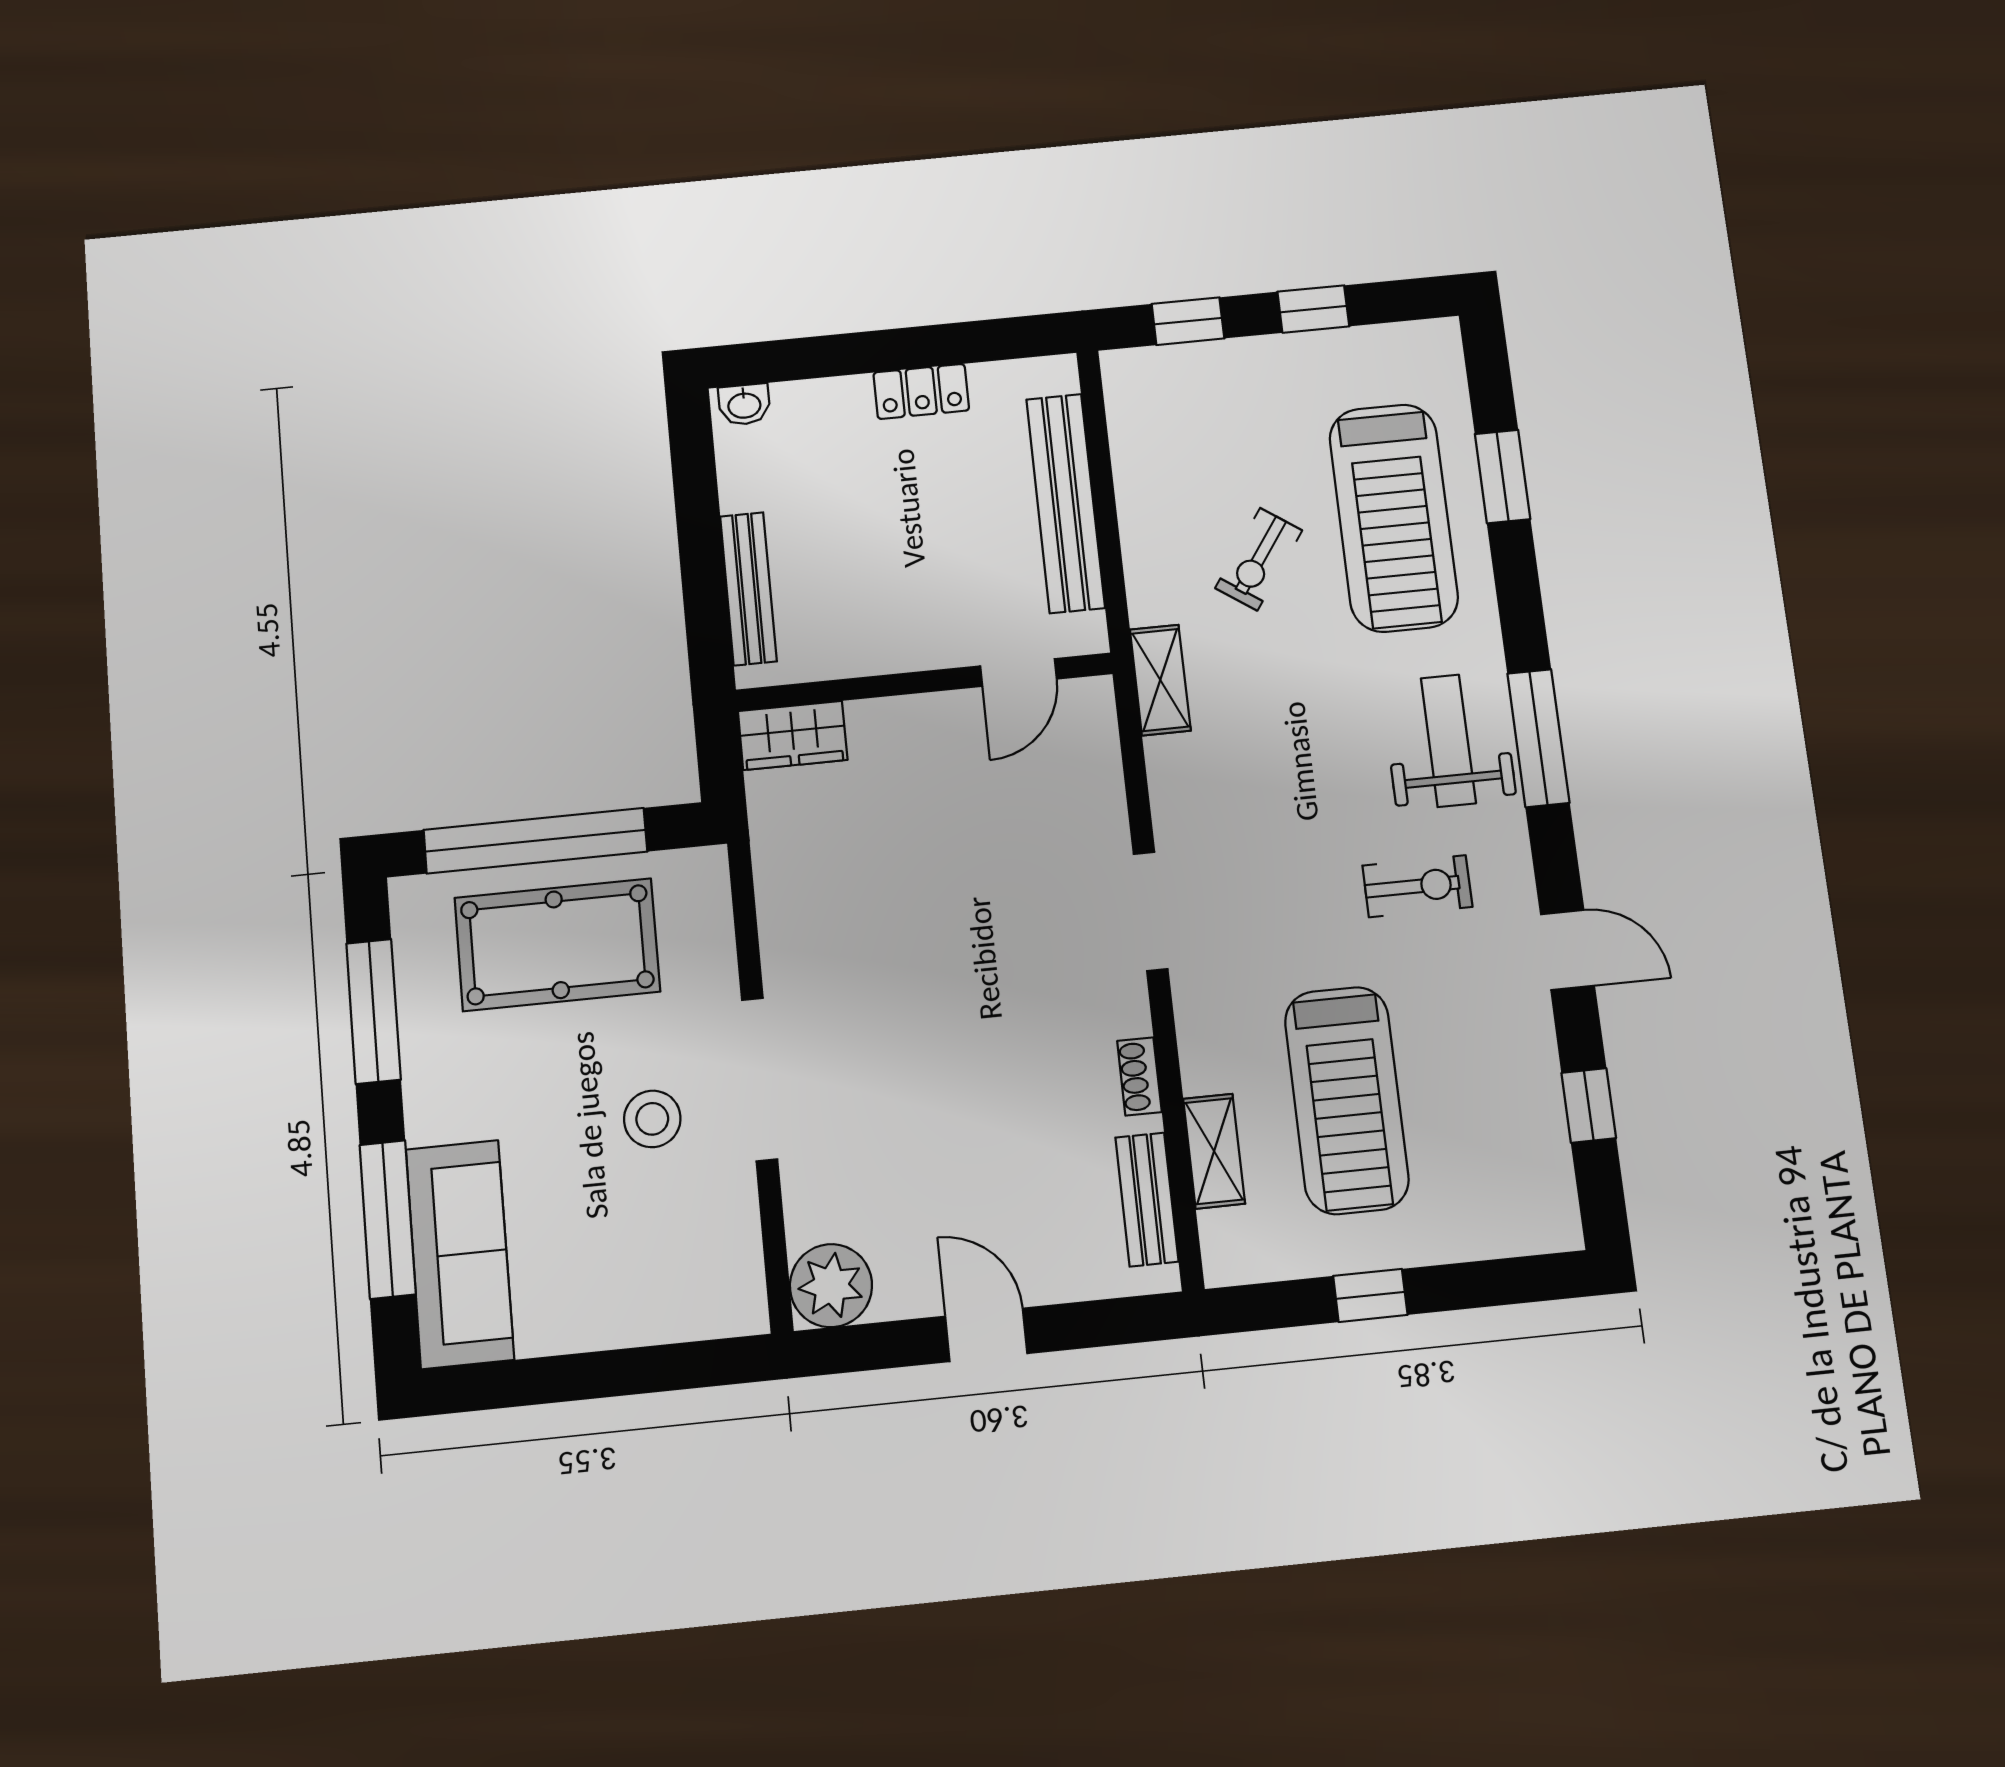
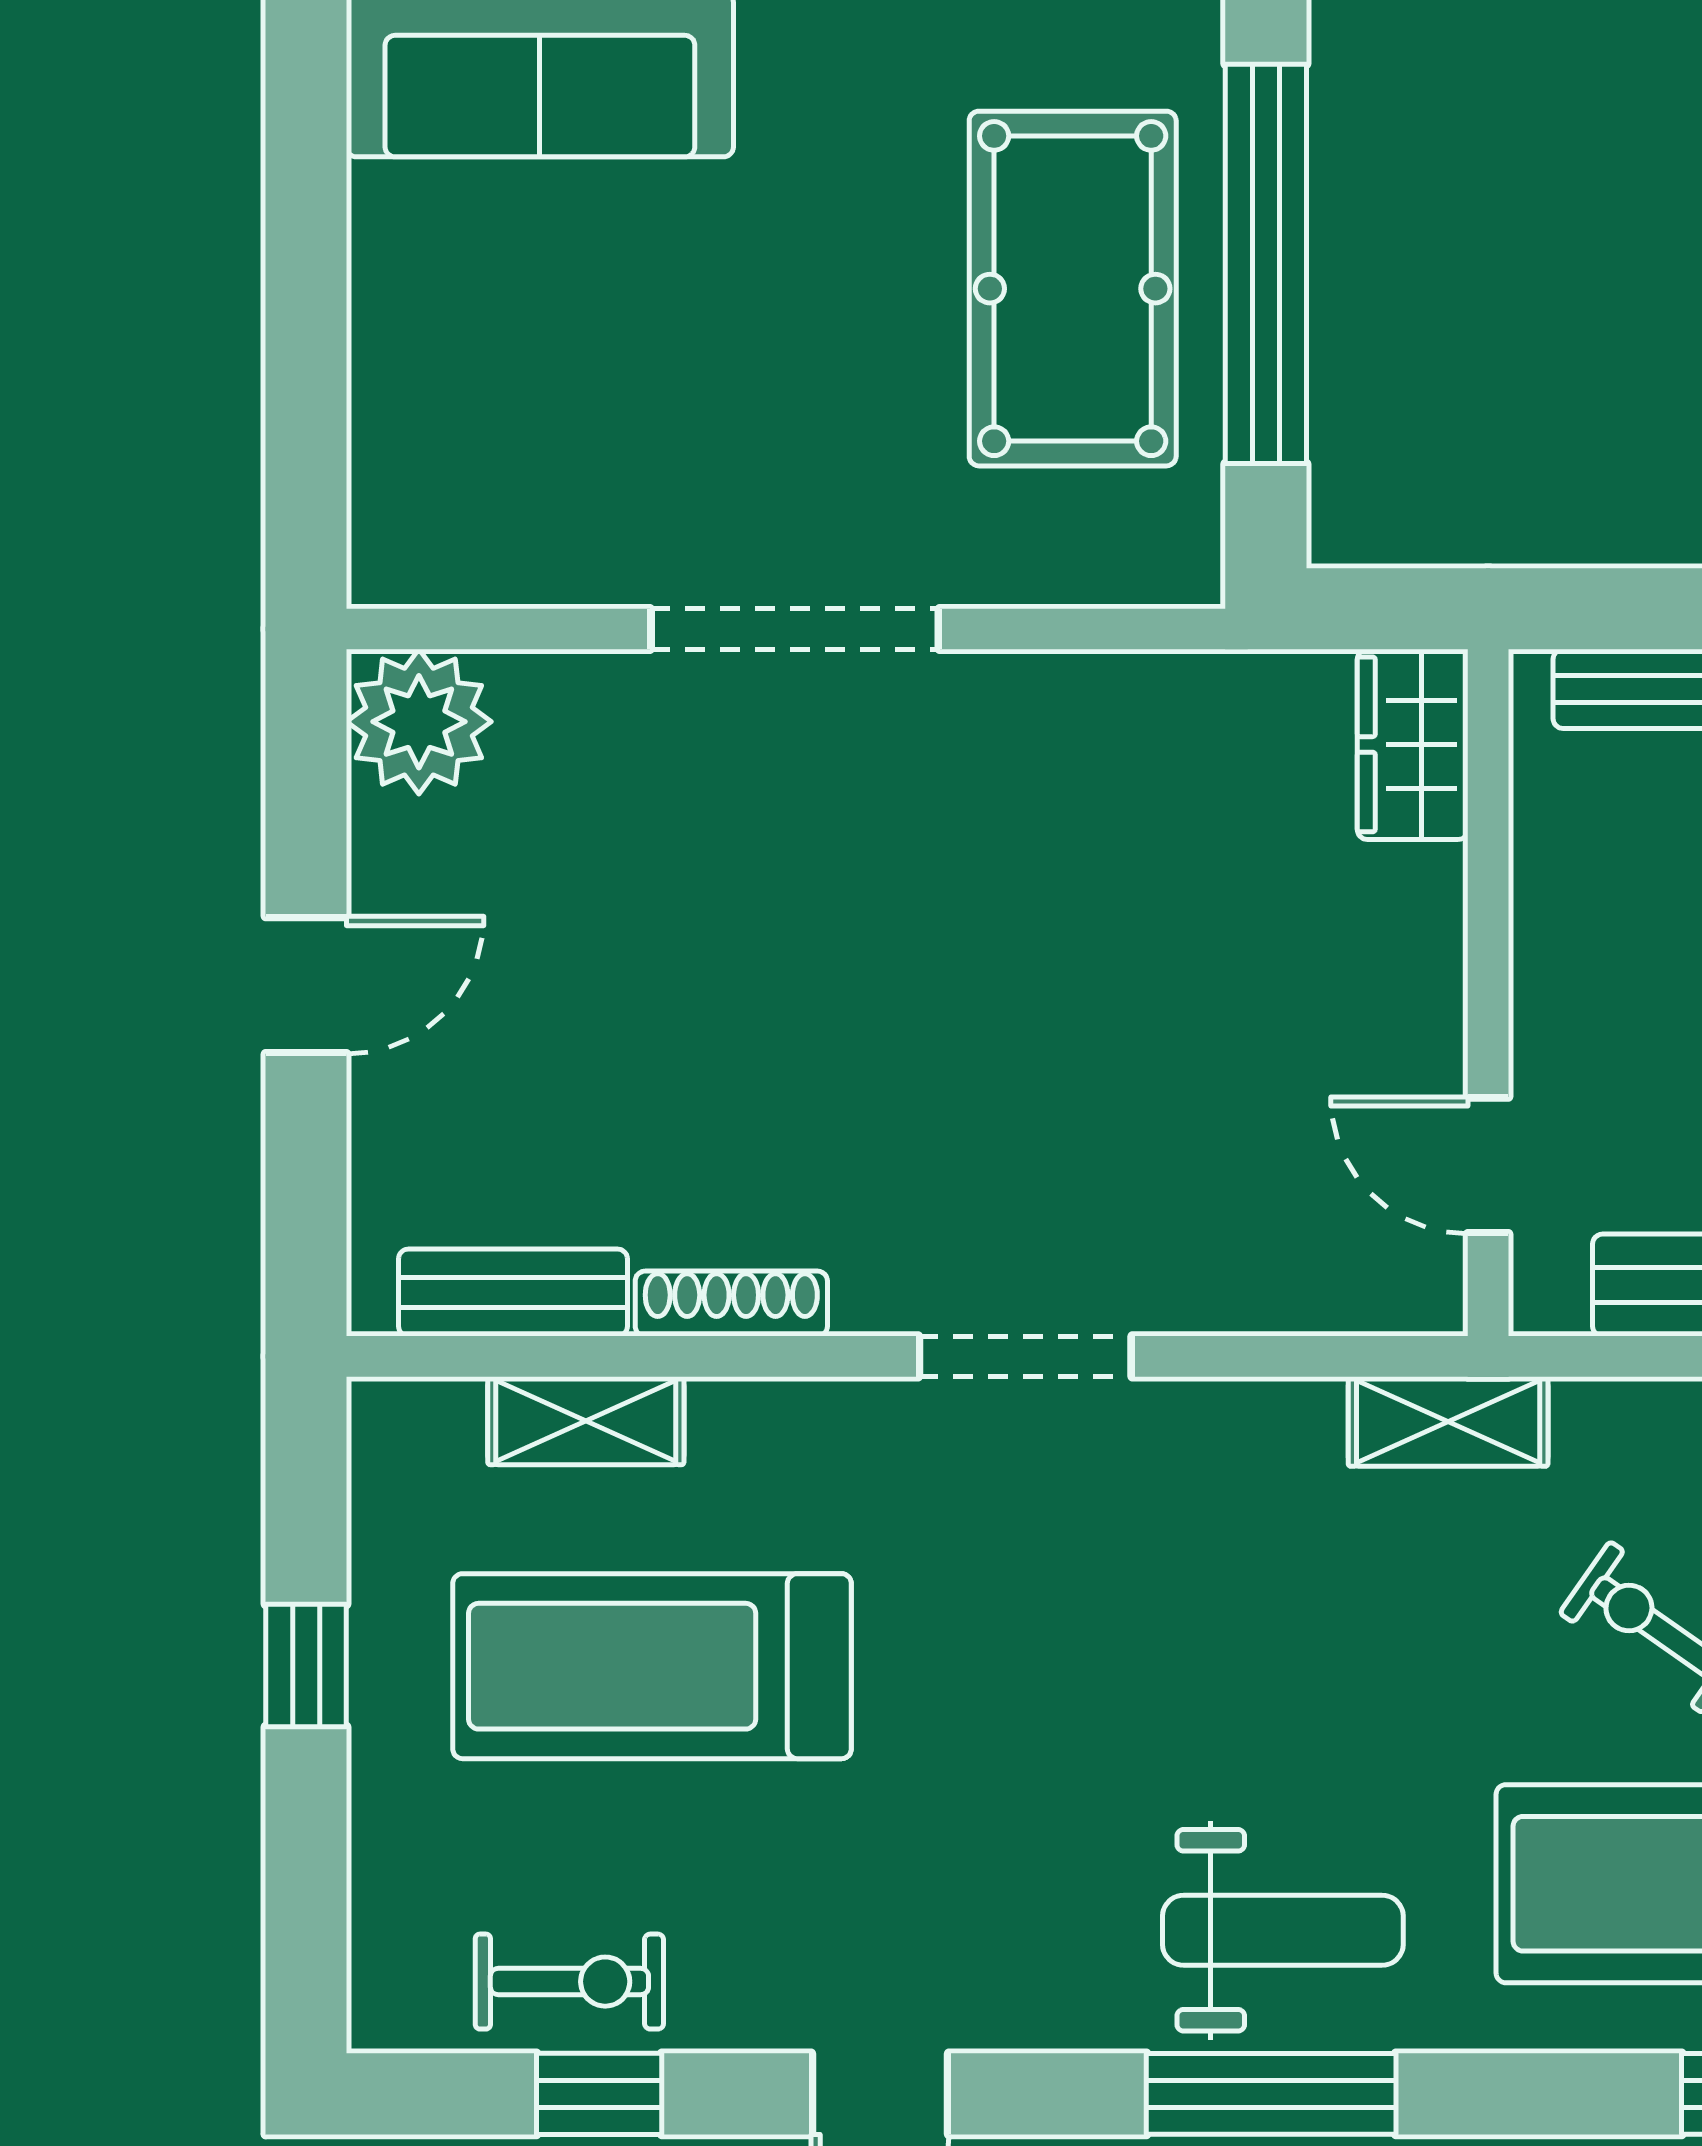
exercise bike: (1417, 886) -> (569, 1982), moved, turned -90
shoe rack: (1139, 1076) -> (731, 1304), width x1.43
stool: (652, 1119) -> (743, 433), removed

